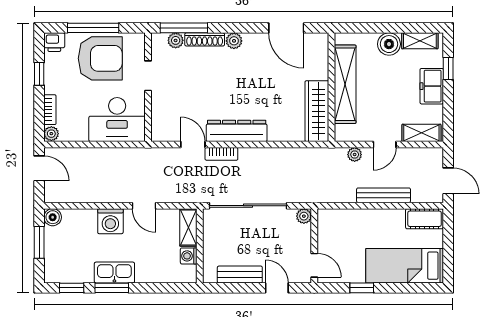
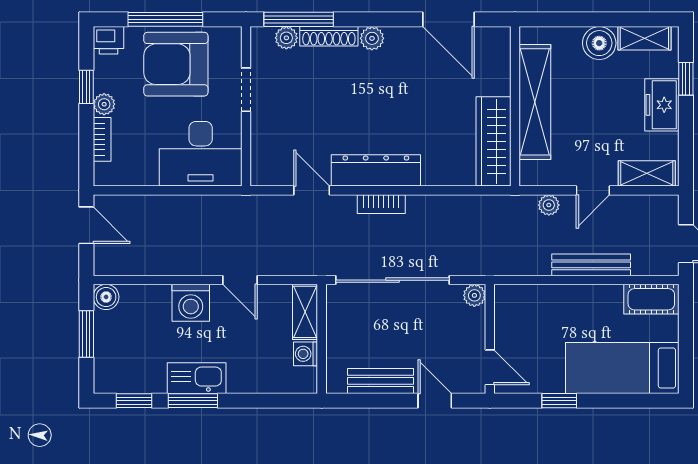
armchair: (100, 58) -> (176, 64), turned 180
plant: (51, 134) -> (104, 104), moved
bookcase: (221, 154) -> (381, 204), moved

